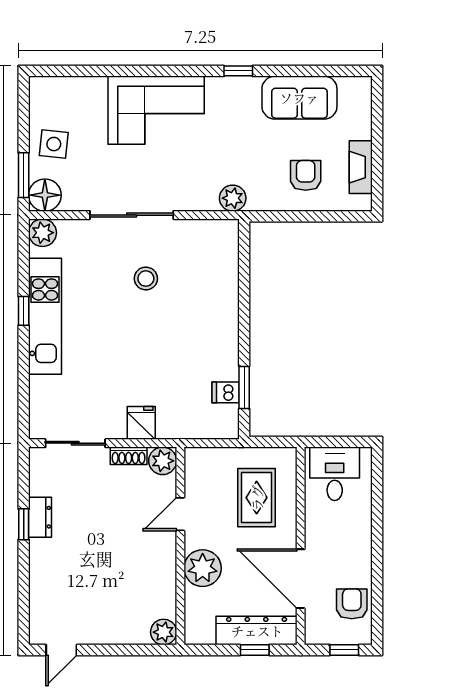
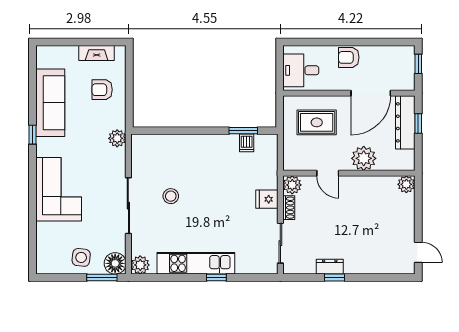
sofa: (299, 98) -> (50, 103), width x1.36
window: (24, 311) -> (216, 278), moved
armchair: (352, 604) -> (349, 57), moved

